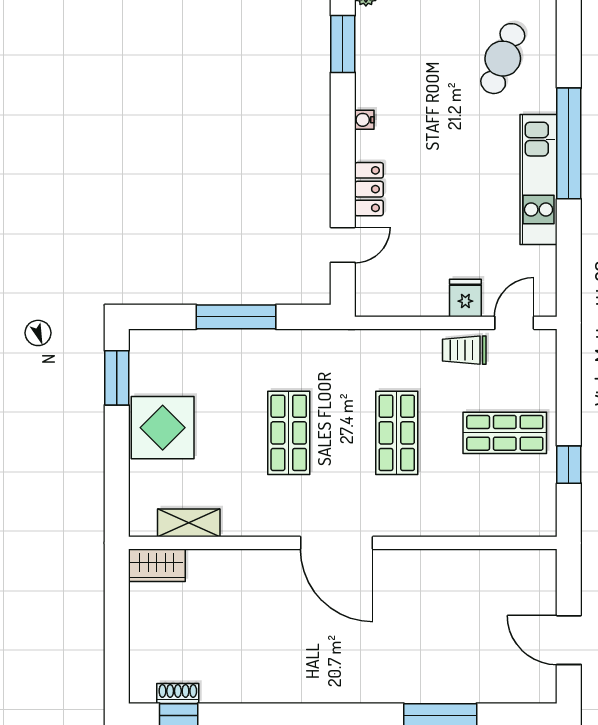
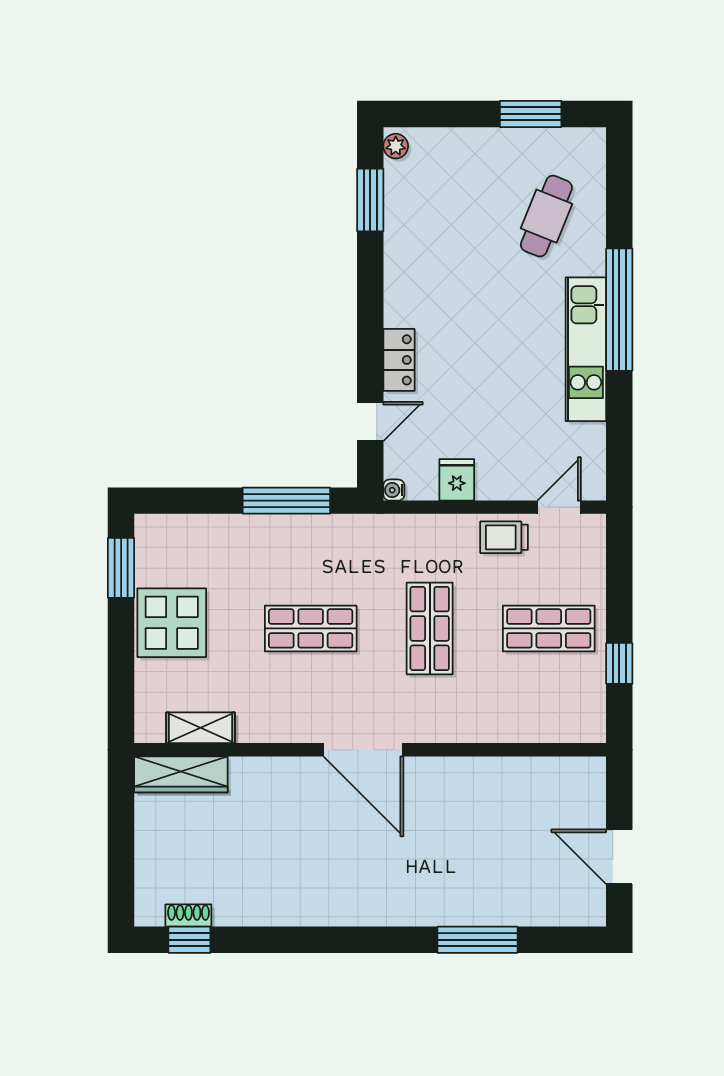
water cooler: (364, 120) -> (394, 490), moved
fridge: (465, 298) -> (457, 480), moved
window: (236, 317) -> (286, 501), moved
shop shelf: (289, 433) -> (311, 628), turned 90
wardrobe: (157, 565) -> (181, 774), width x1.50

